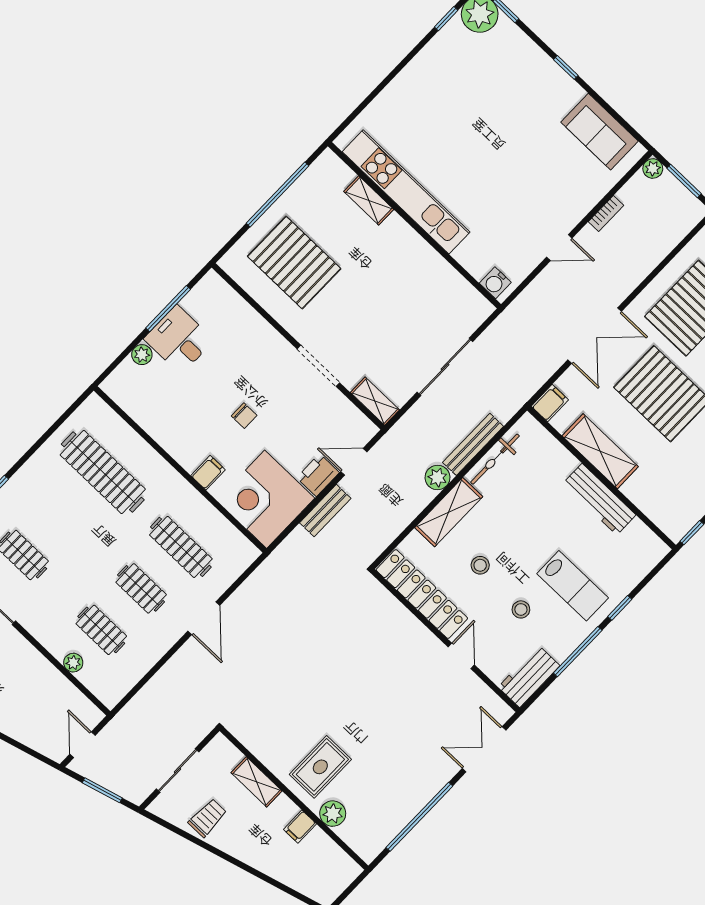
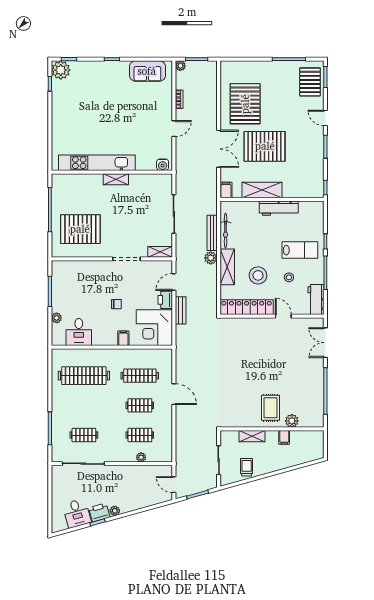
shelving: (369, 200) -> (116, 179), moved
desk: (179, 340) -> (79, 332), moved, turned -90
stool: (480, 565) -> (258, 275), width x1.89, depth x1.89

